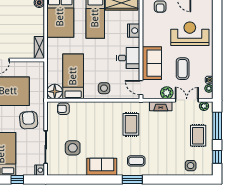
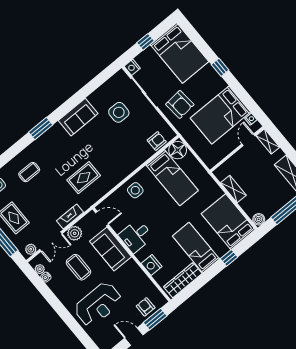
shelving: (39, 48) -> (233, 189), moved
rug: (131, 124) -> (84, 178), turned 90
coffee table: (136, 161) -> (29, 172), moved

